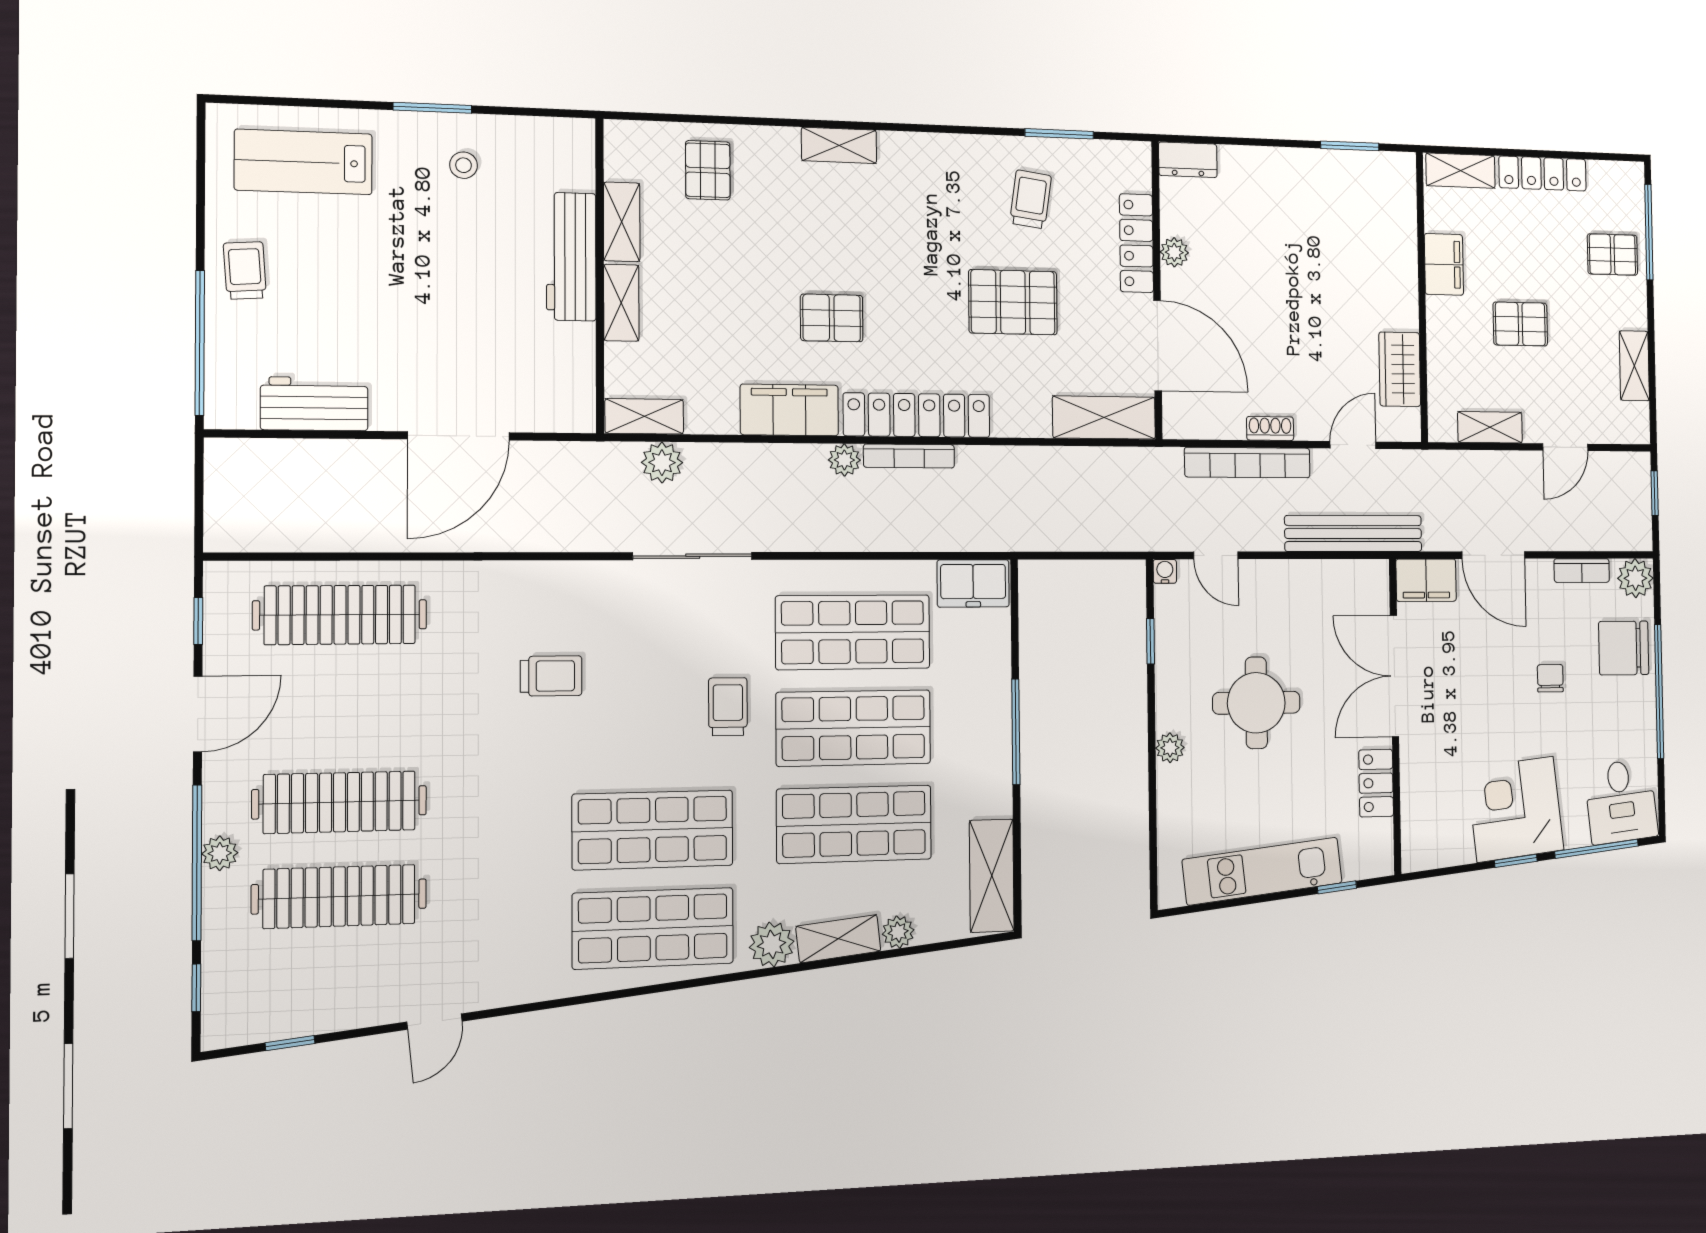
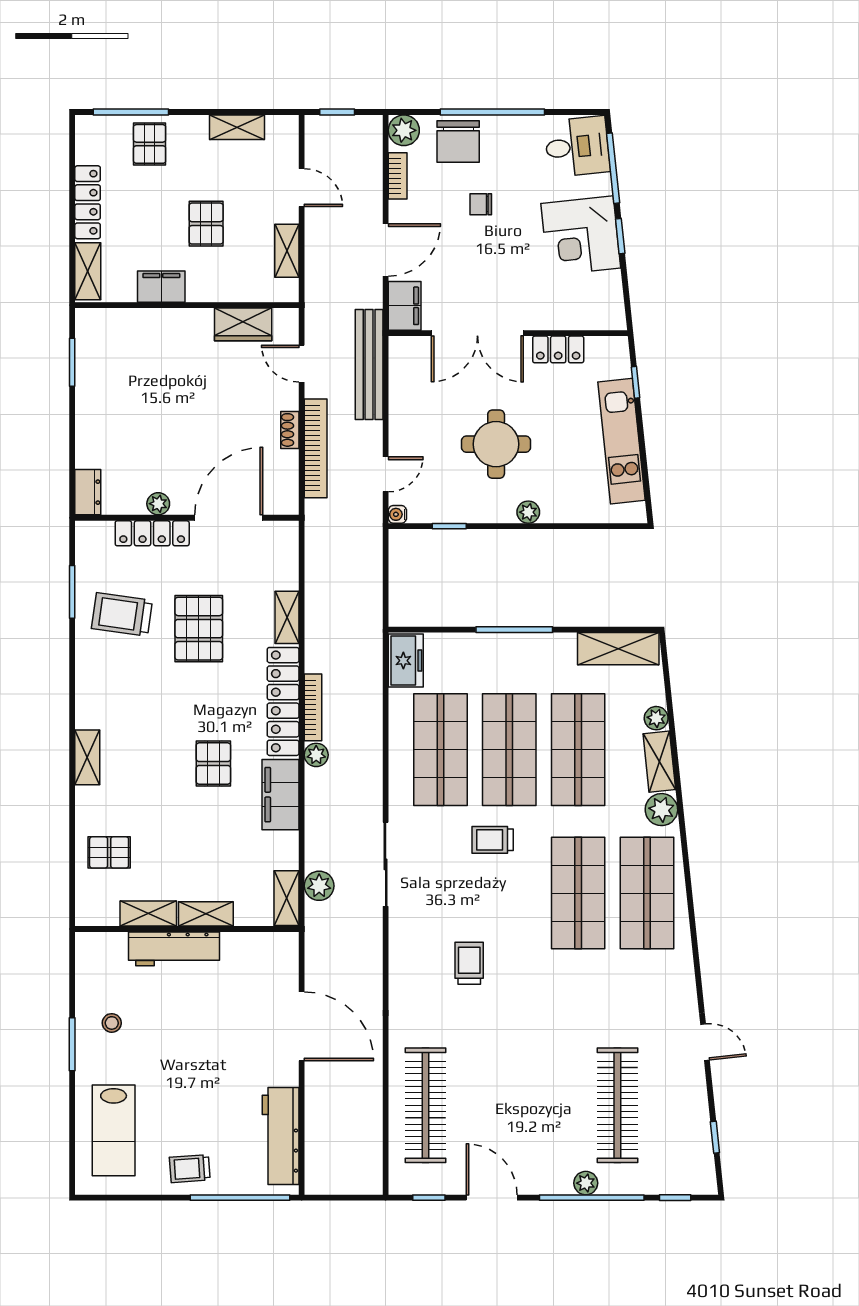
trolley: (1031, 199) -> (122, 614), width x1.36, depth x1.39
workbench: (314, 404) -> (281, 1136), width x1.38
shelving: (1104, 417) -> (287, 617), moved, width x0.67, depth x0.75
clothes rail: (340, 802) -> (553, 1105), removed

